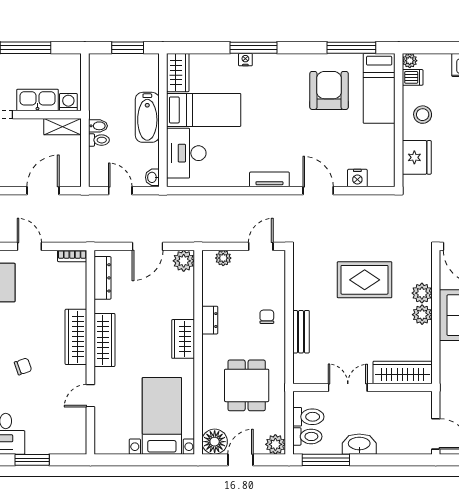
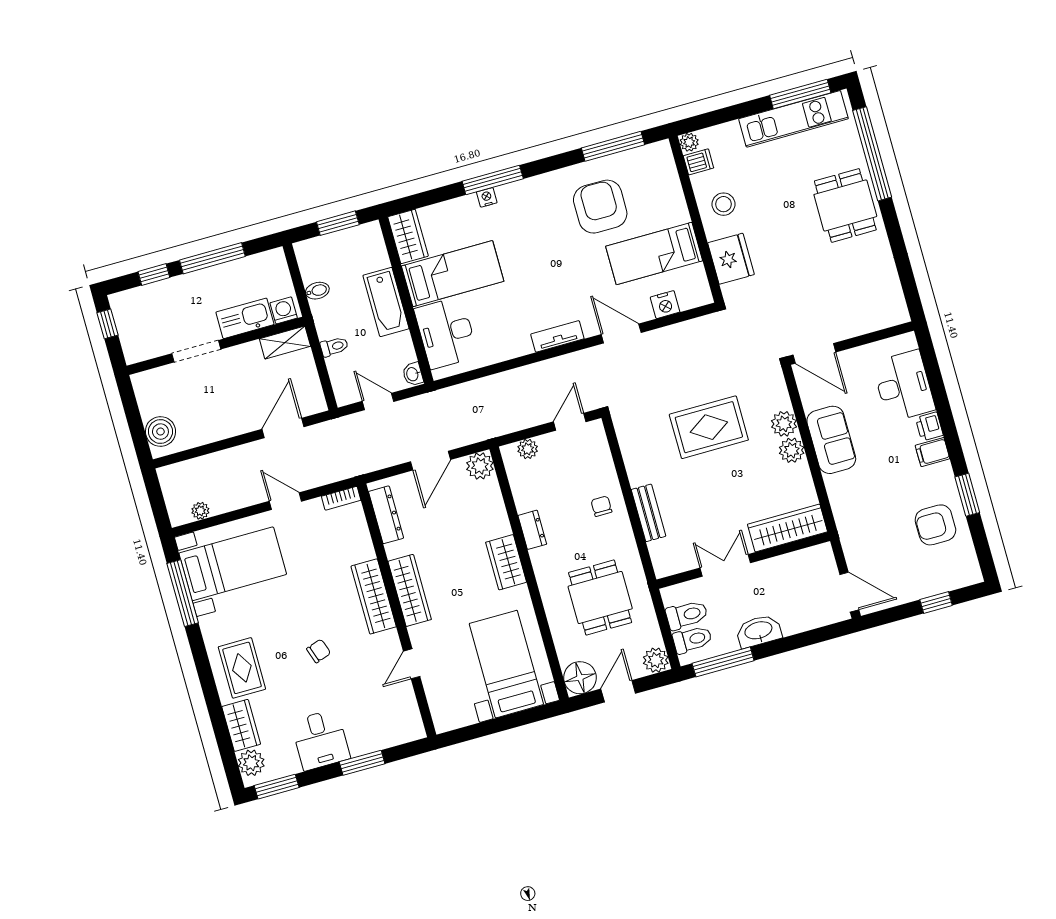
bed: (379, 88) -> (654, 253), moved, turned 90
bidet: (98, 126) -> (317, 291), moved

